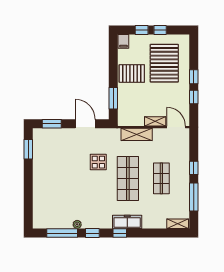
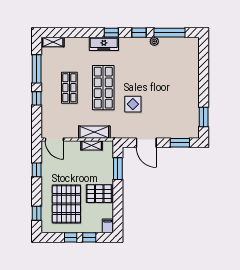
window: (194, 77) -> (37, 213), moved
shelving: (155, 121) -> (92, 145), moved

